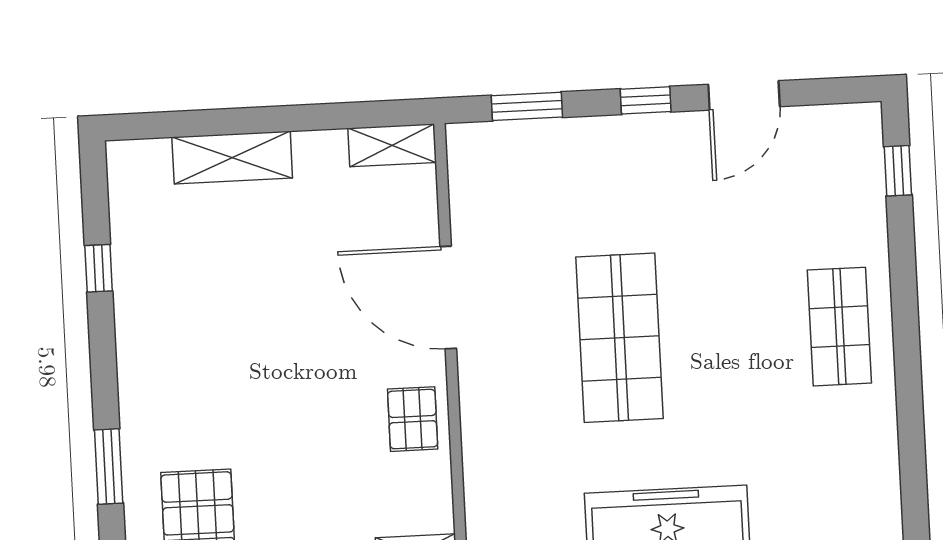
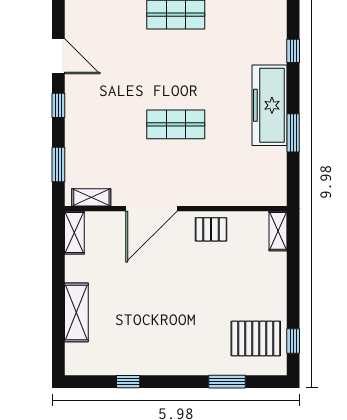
shelving: (464, 176) -> (91, 197), added
shop shelf: (619, 338) -> (176, 124), width x0.70, depth x0.74

